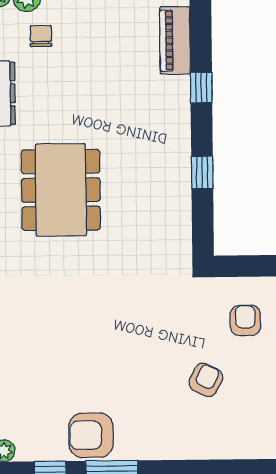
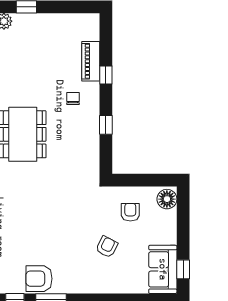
chair: (41, 36) -> (73, 98), moved
piano: (175, 40) -> (91, 61), moved

